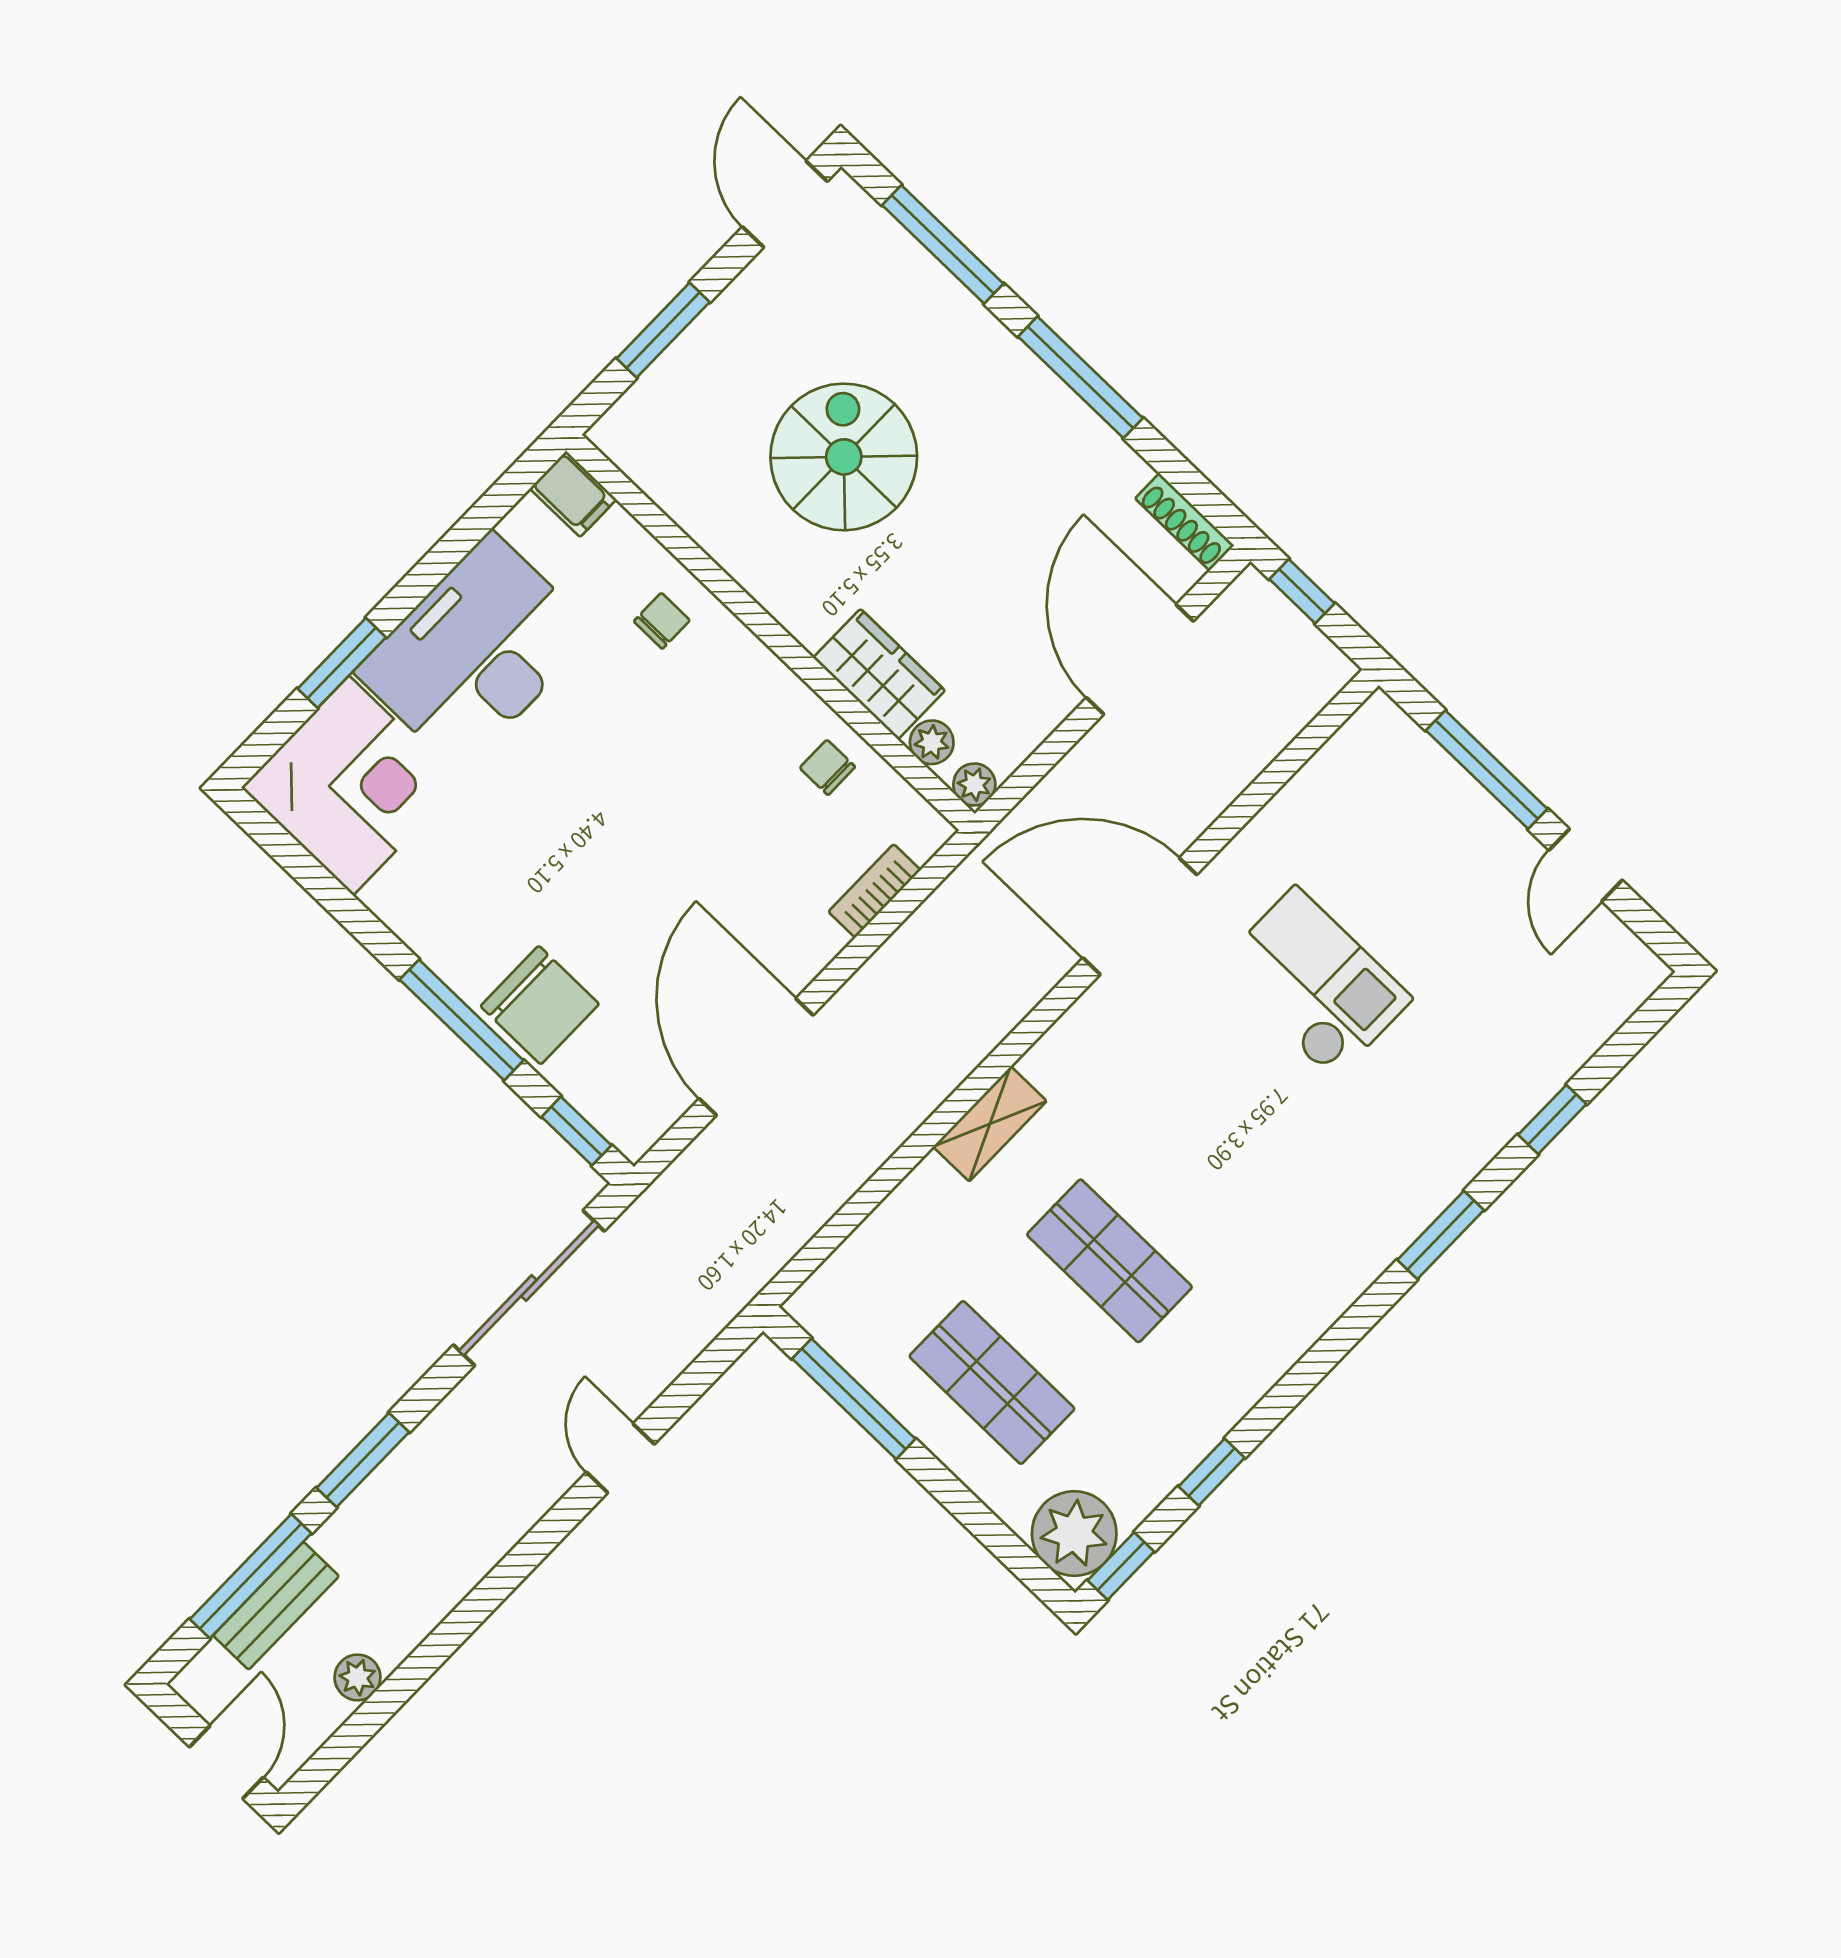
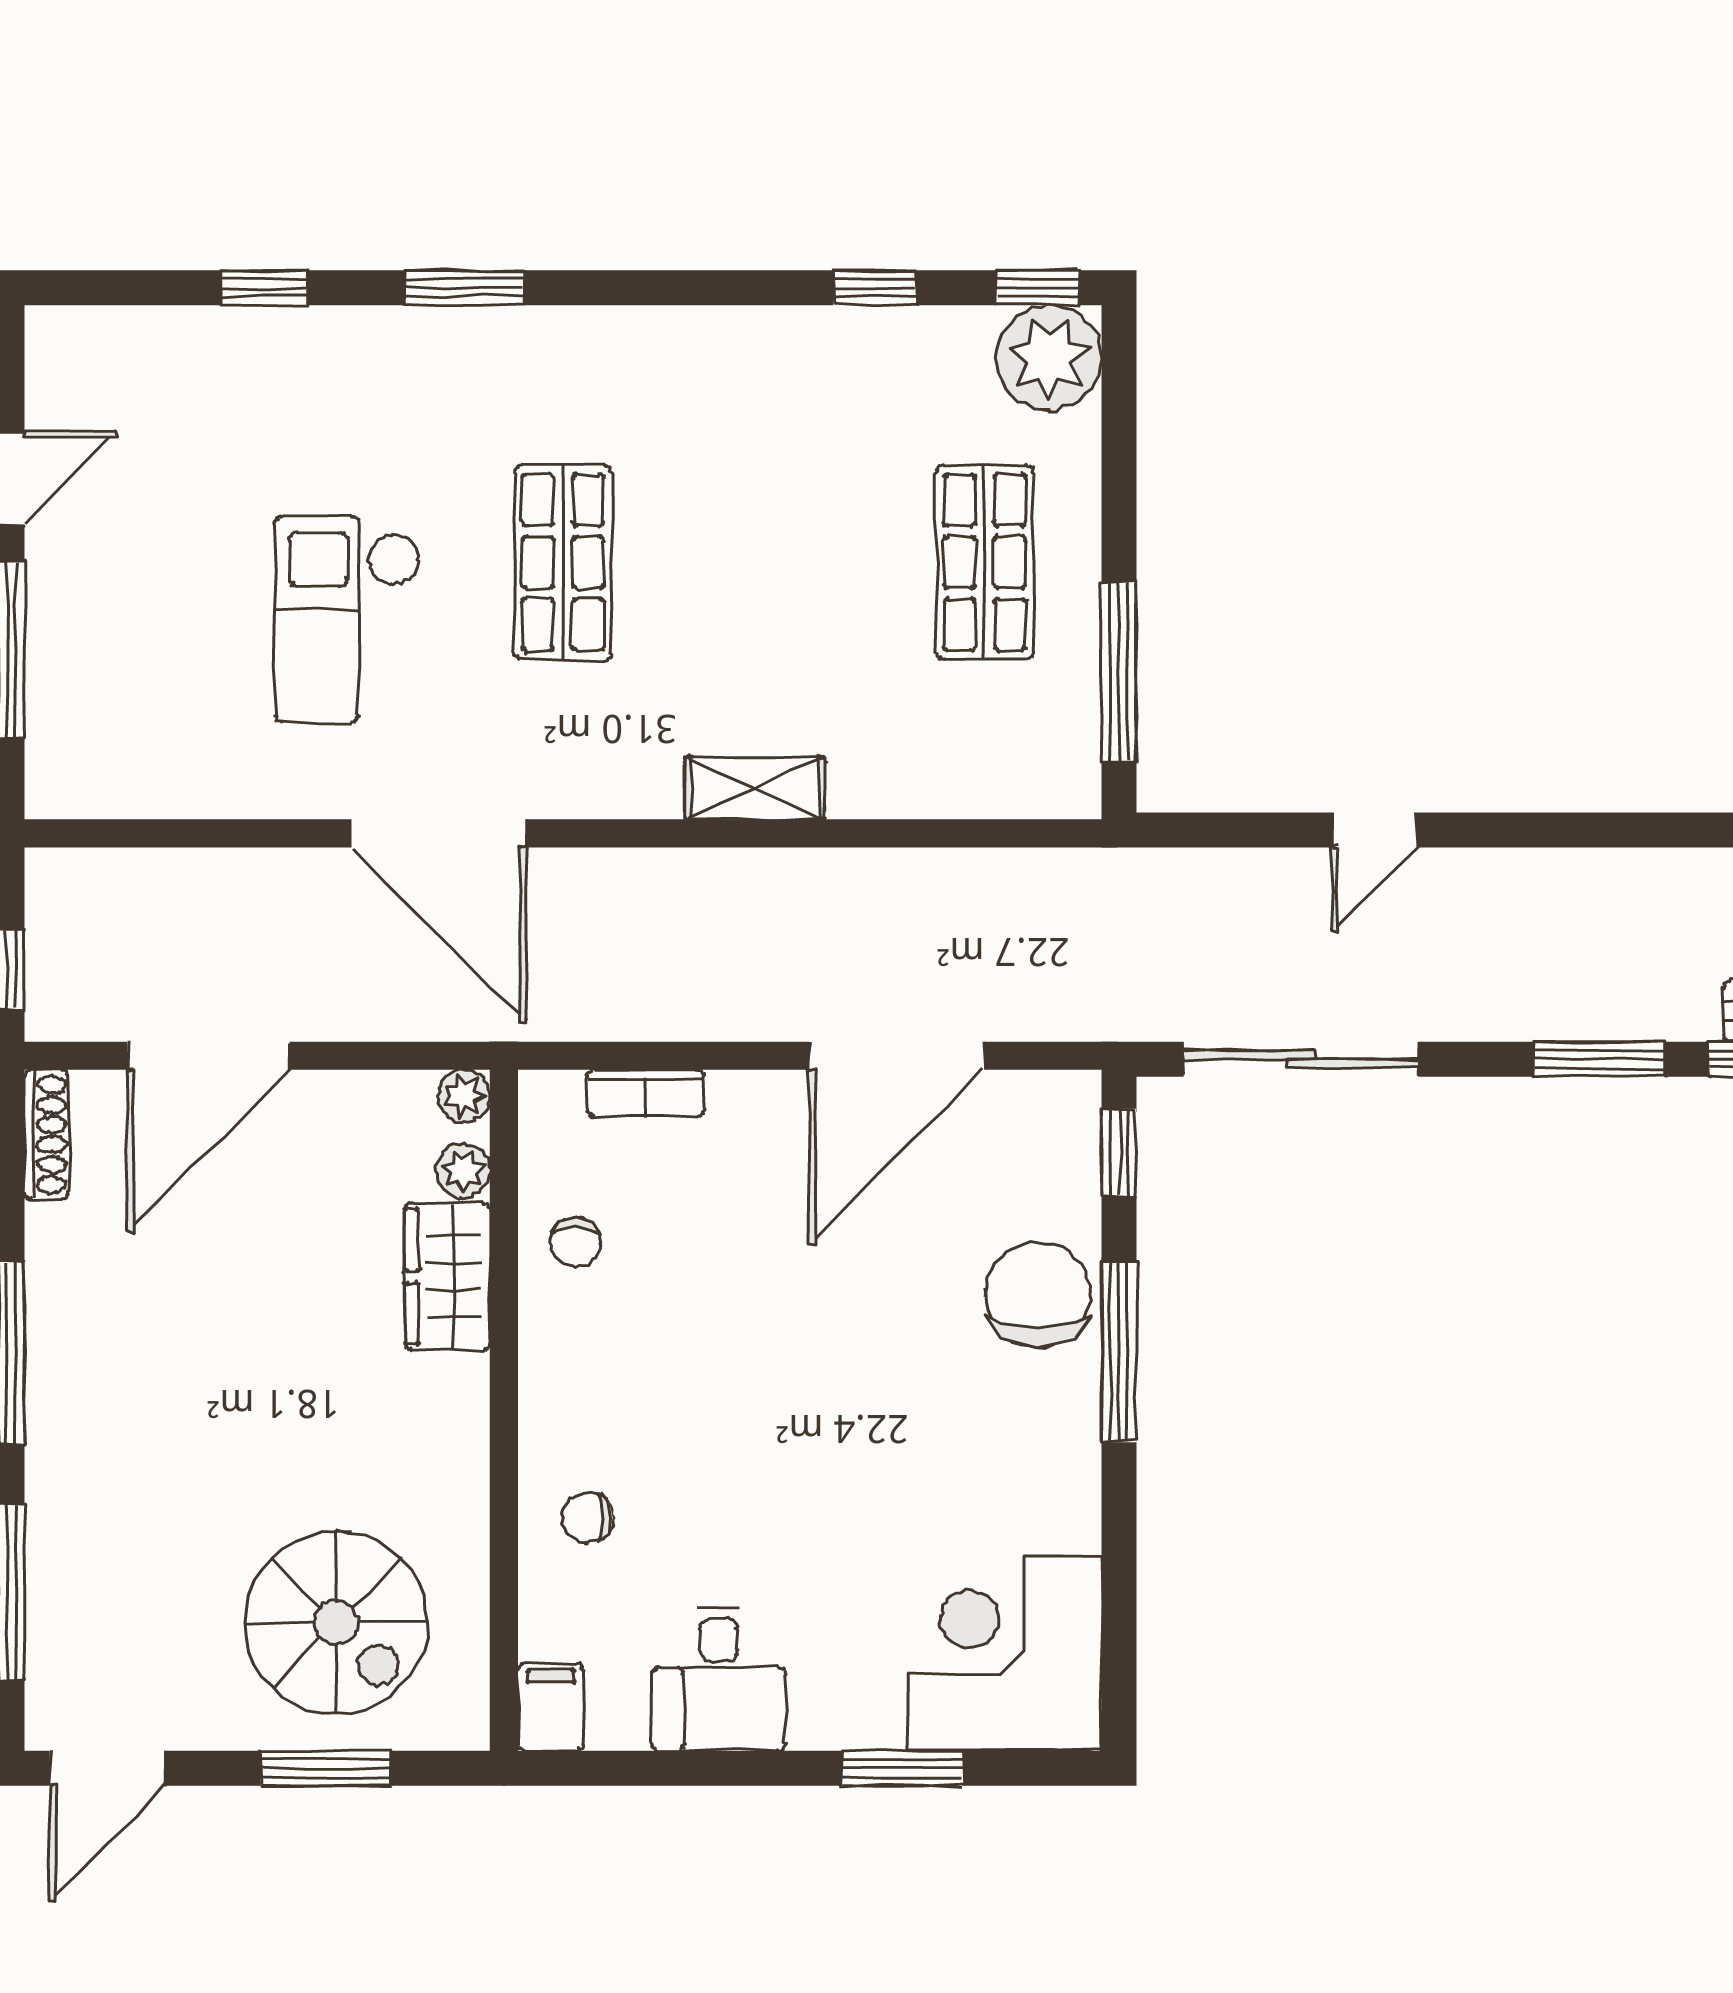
spiral stairs: (844, 457) -> (336, 1623), moved, turned -90
desk: (476, 652) -> (719, 1679), width x0.53, depth x0.77
shop shelf: (1109, 1261) -> (563, 562), moved

